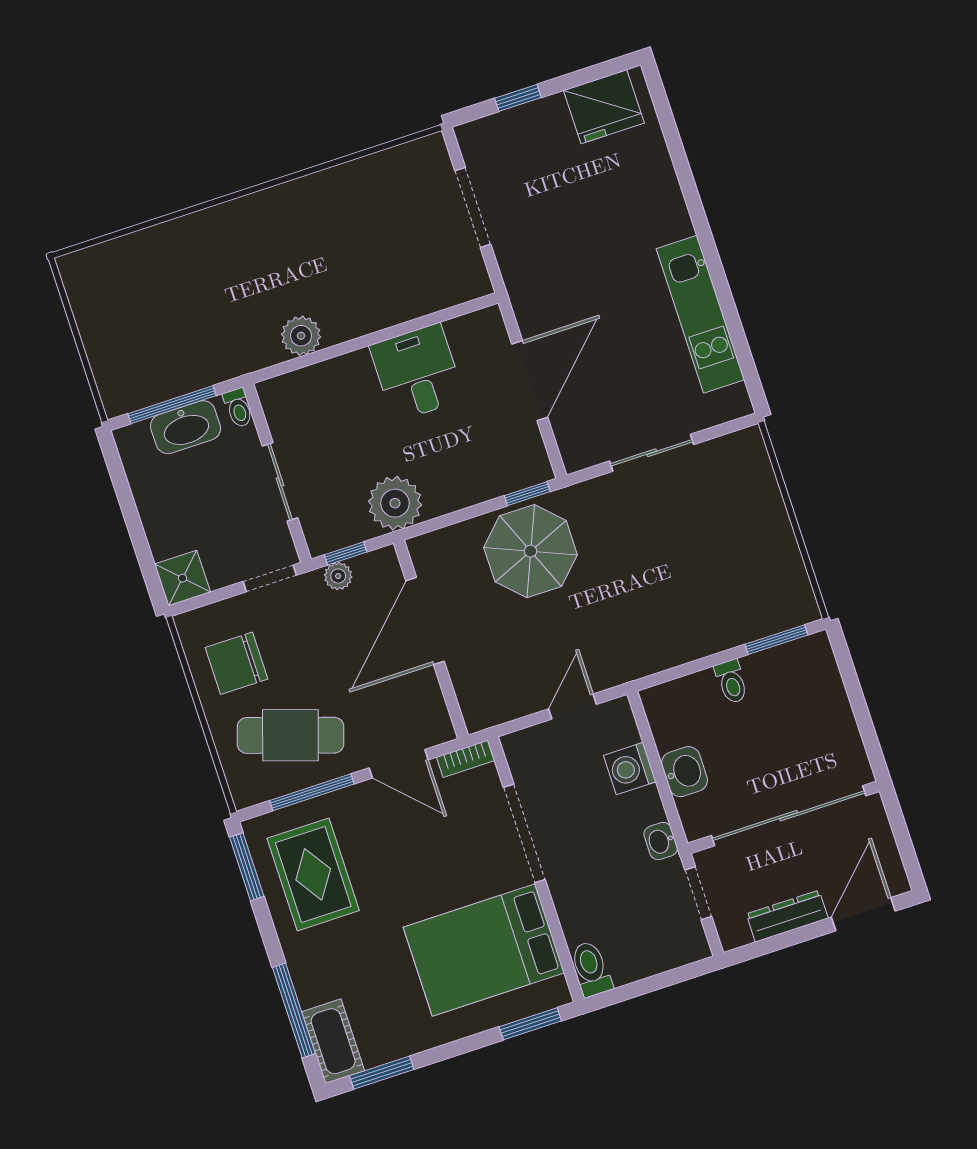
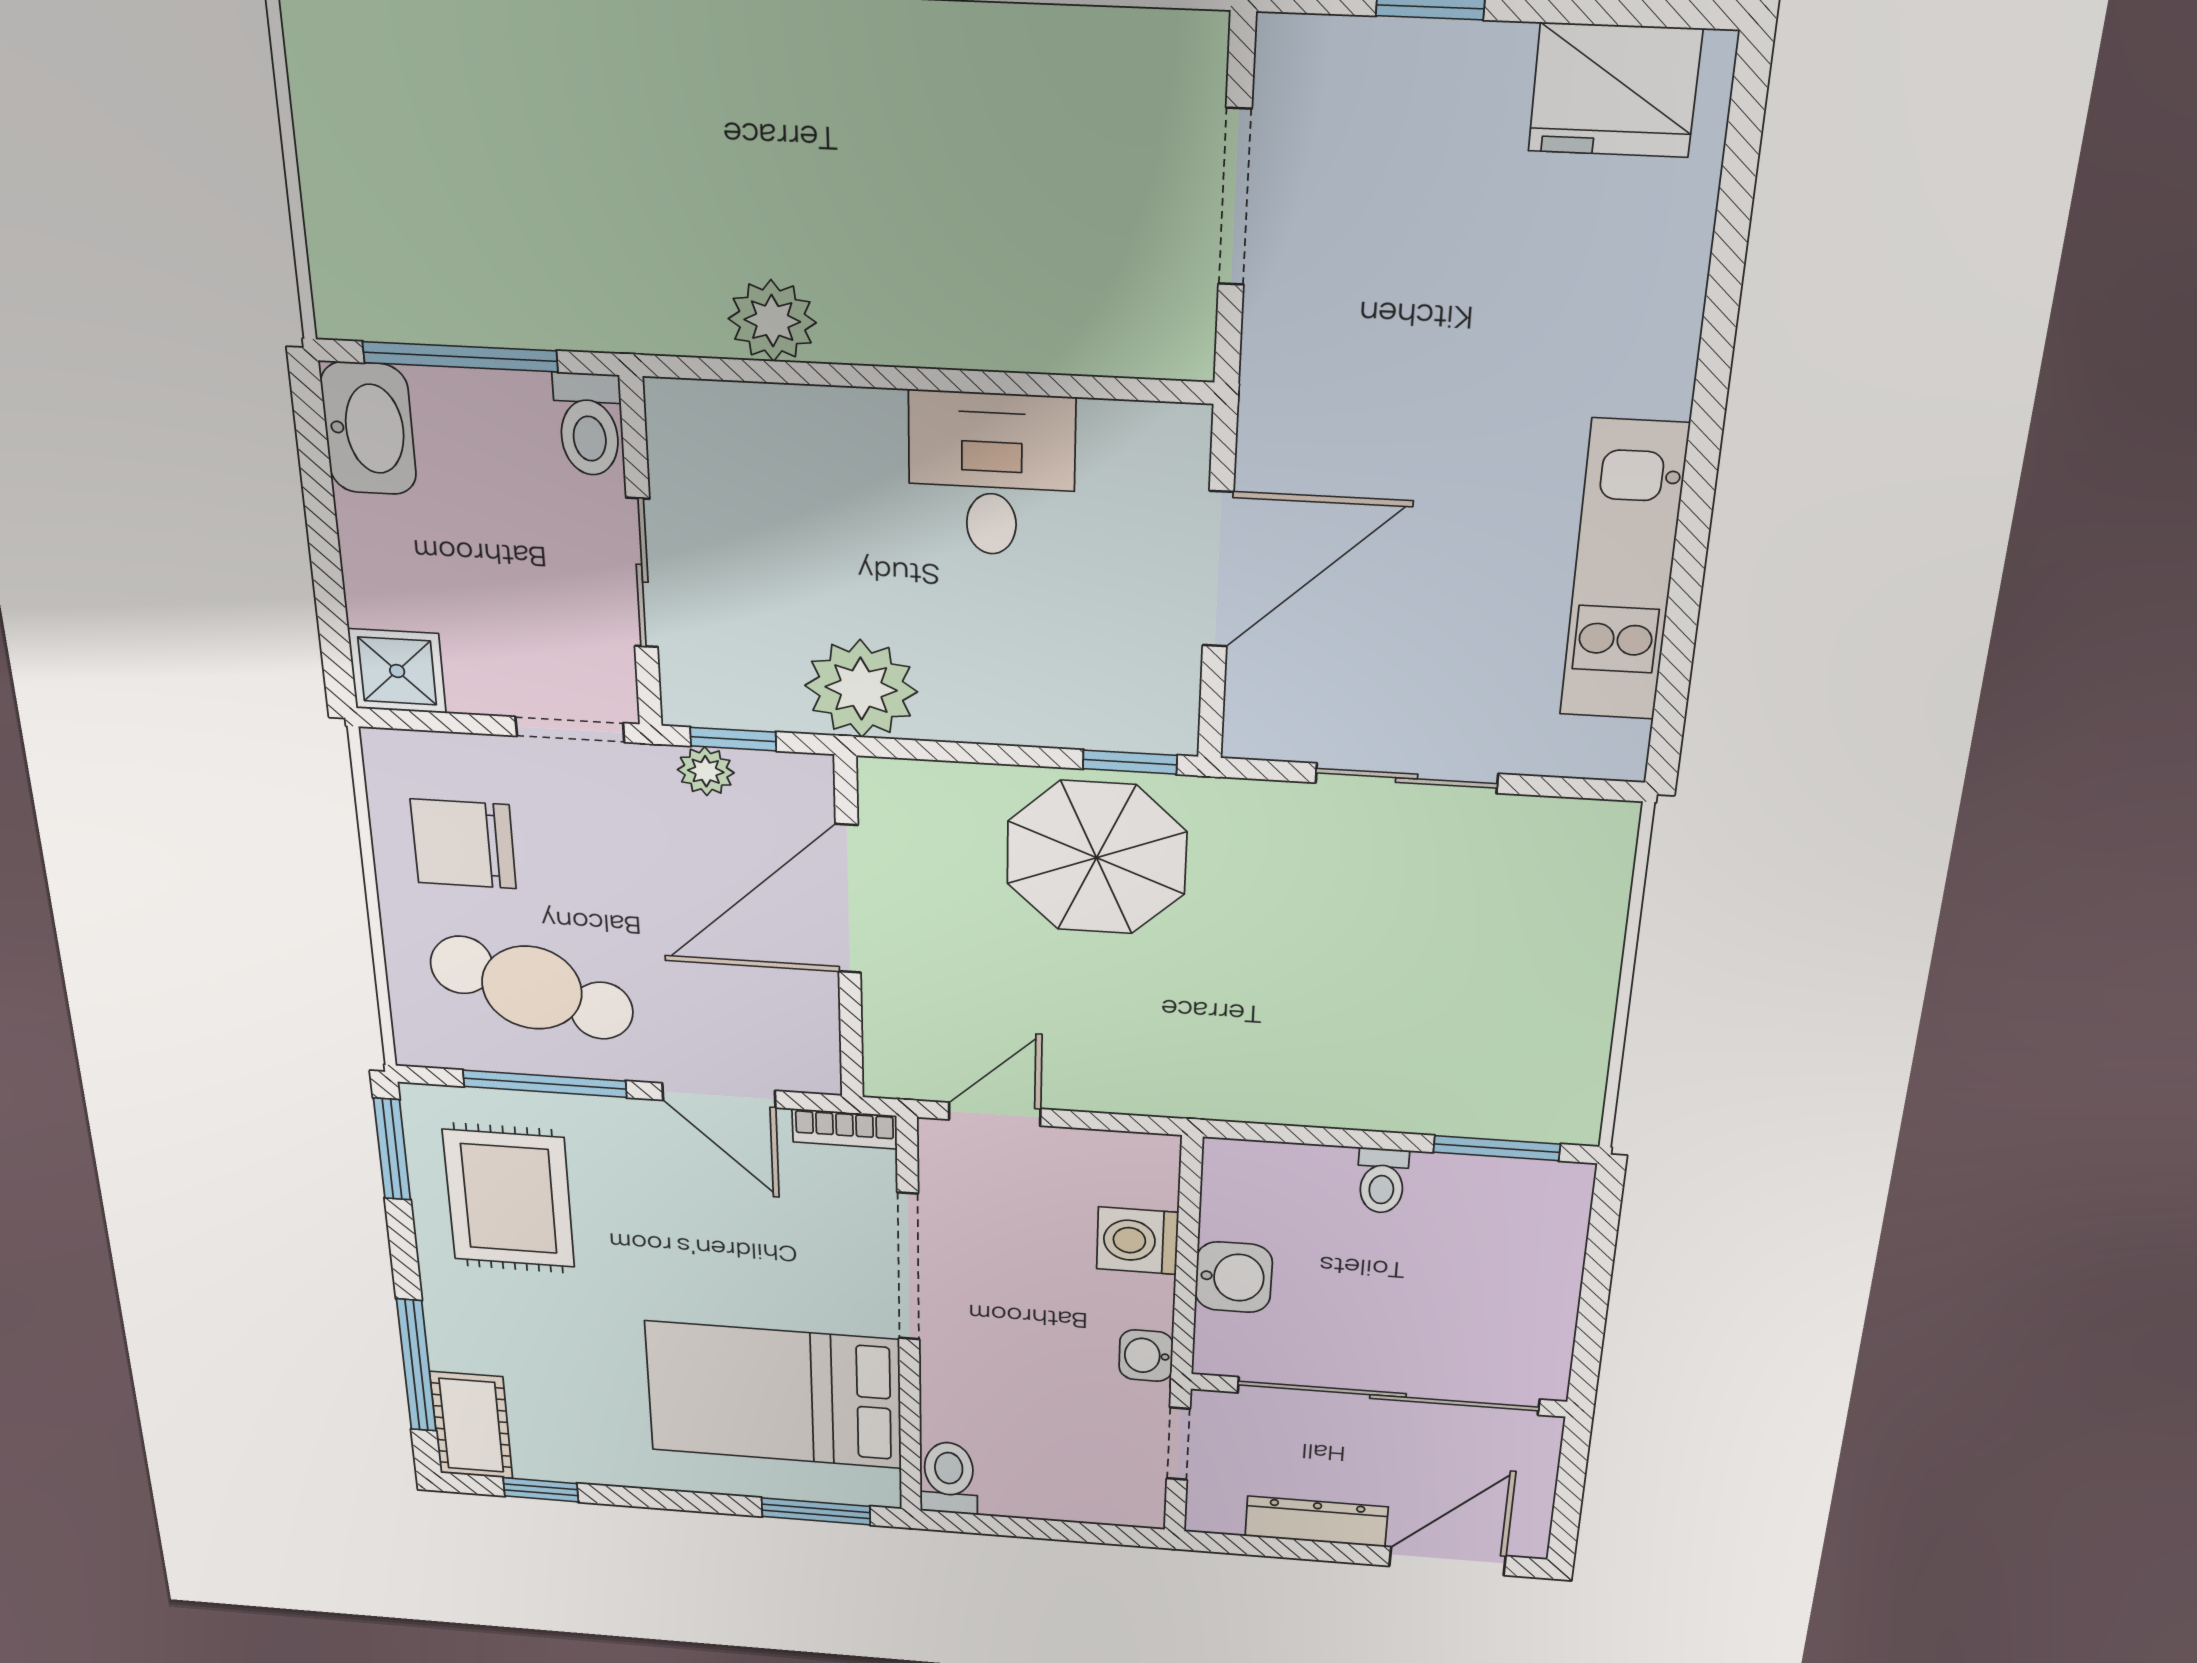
toilet: (238, 408) -> (589, 424), width x1.37, depth x1.39
washbasin: (186, 427) -> (369, 429), moved, turned -90
door: (573, 707) -> (995, 1114), moved
window: (382, 1073) -> (541, 1490), width x0.67

